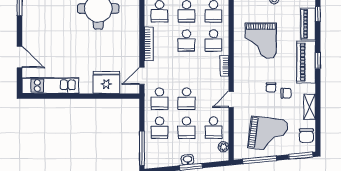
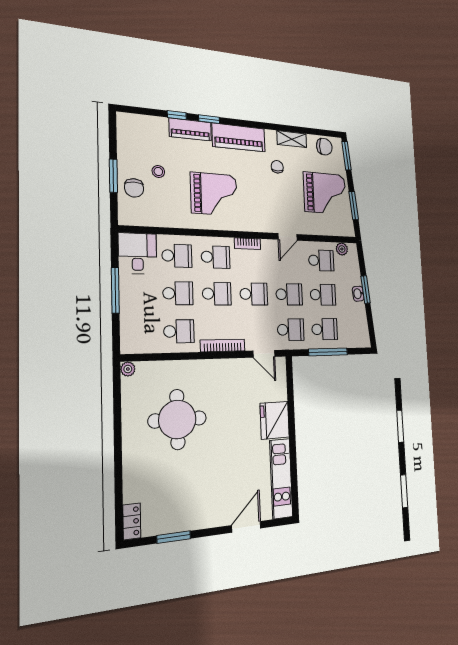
window: (318, 60) -> (209, 119), moved
school desk: (187, 70) -> (254, 294), added
fridge: (106, 82) -> (275, 420), moved
chair: (271, 87) -> (271, 185), removed
door: (231, 99) -> (288, 237), hinge flipped
grand piano: (268, 134) -> (325, 193), turned 83
window: (142, 148) -> (328, 352), moved
window: (260, 160) -> (354, 205), width x0.69

